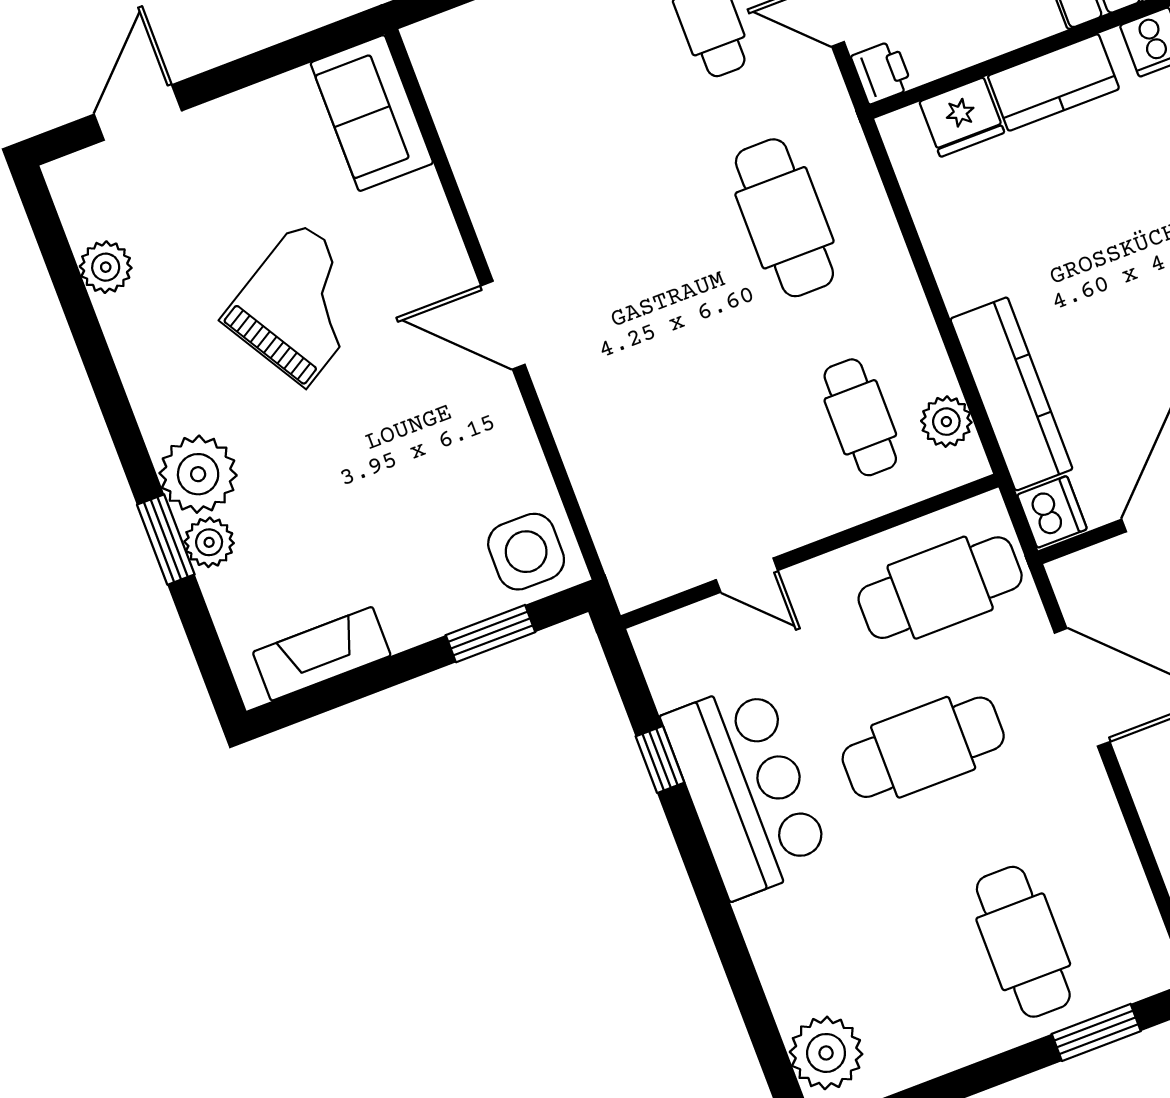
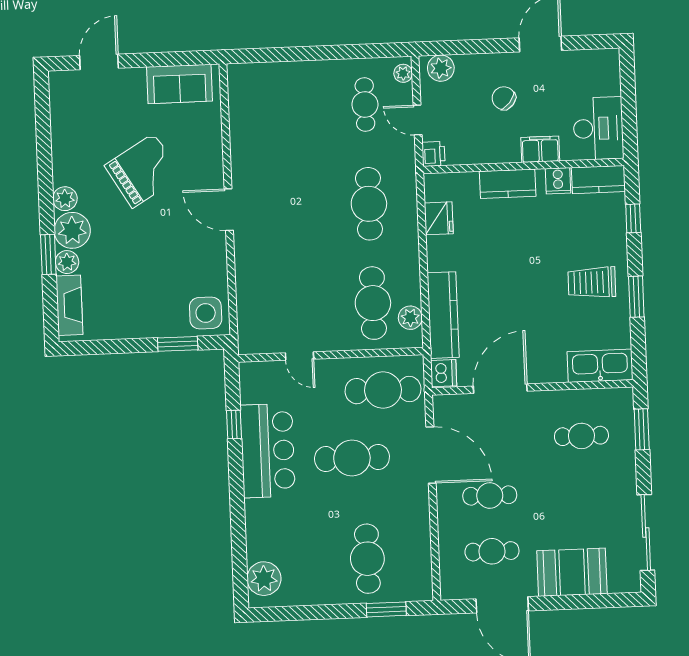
sofa: (372, 113) -> (180, 84), moved, turned -90
fridge: (962, 117) -> (439, 218), moved, turned -90
plant: (106, 267) -> (65, 199), moved
cafe table: (860, 417) -> (373, 303), width x1.37, depth x1.35
fireplace: (322, 654) -> (69, 305), moved, turned 90

